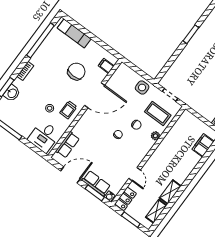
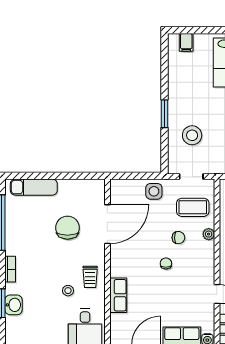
window: (191, 34) -> (165, 114), moved
filing cabinet: (106, 66) -> (96, 197), removed
stool: (188, 71) -> (192, 135), added
door: (95, 95) -> (107, 224), moved
row of seats: (68, 145) -> (118, 295), moved

